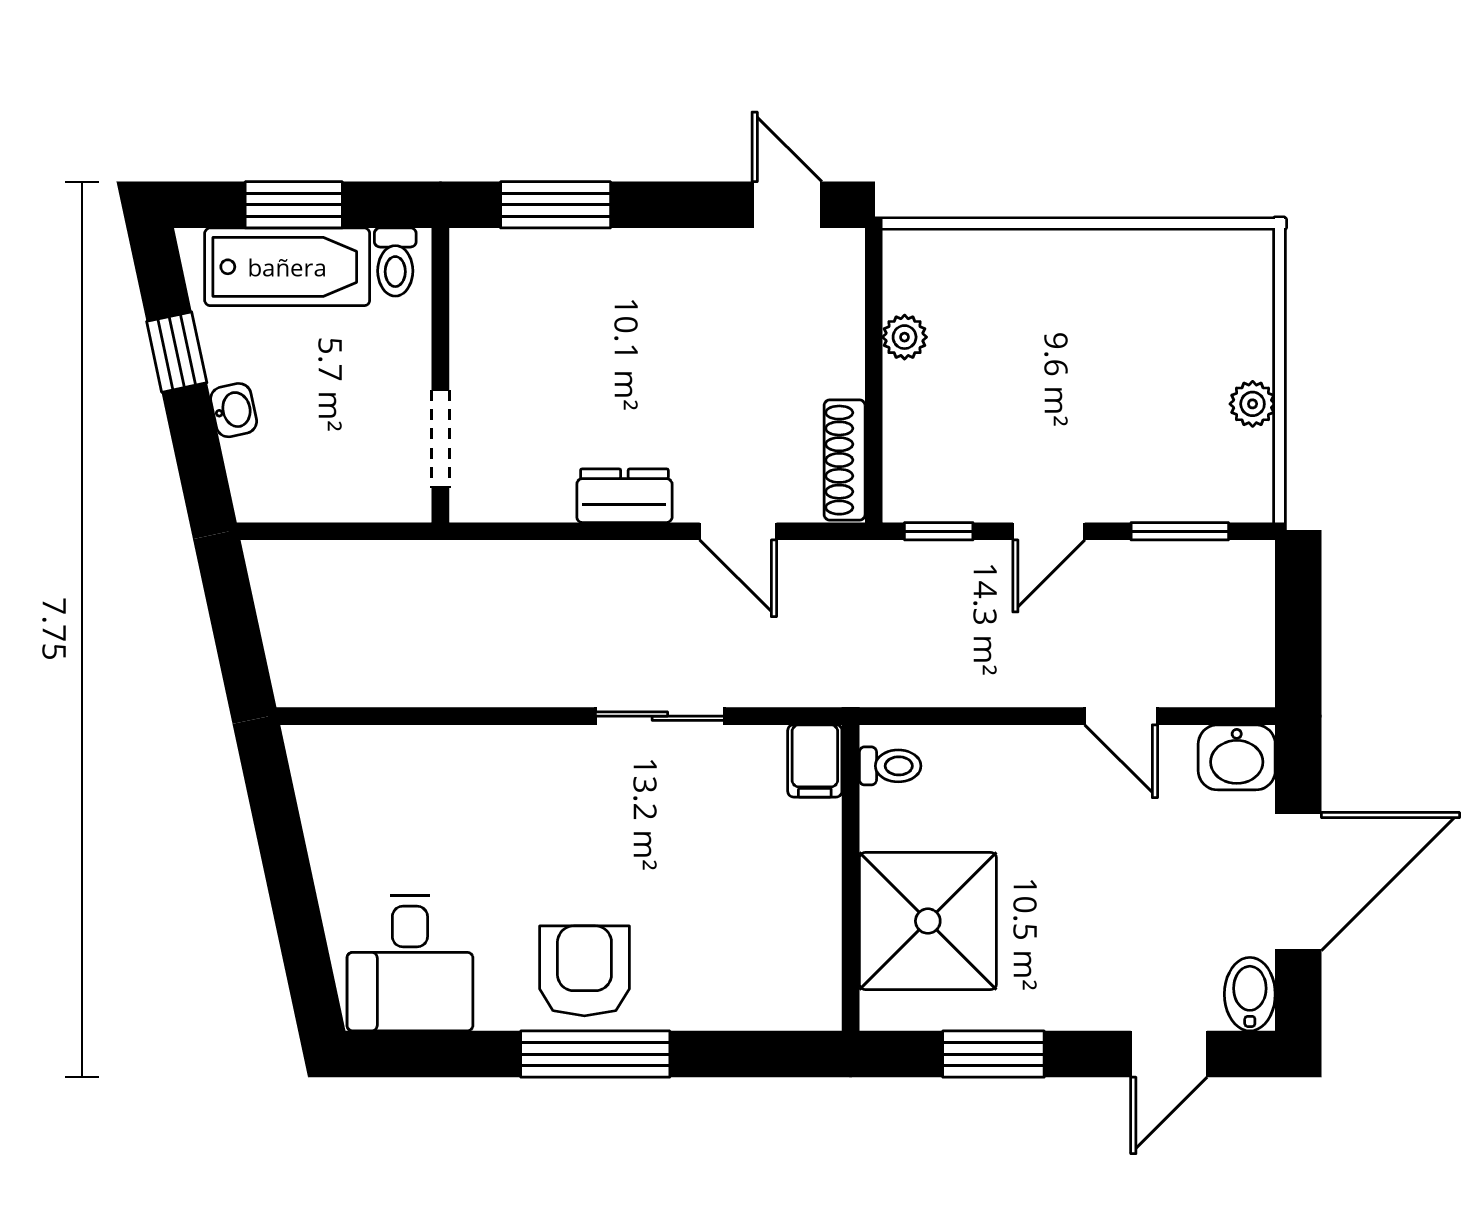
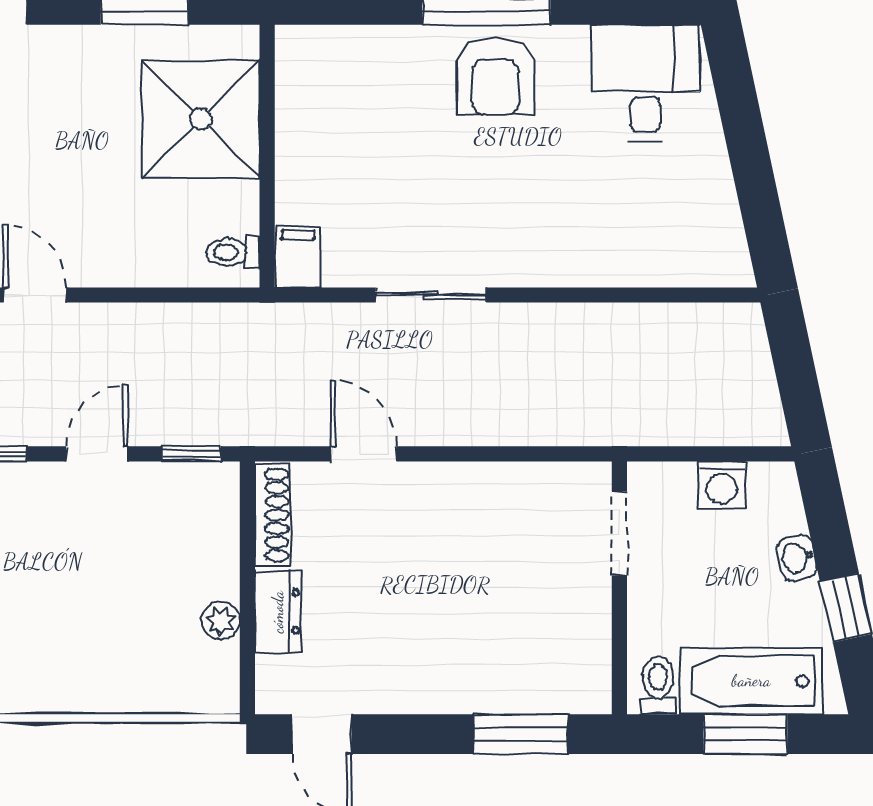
washing machine: (321, 495) -> (722, 485), added
dresser: (624, 496) -> (278, 612), moved, turned -90

